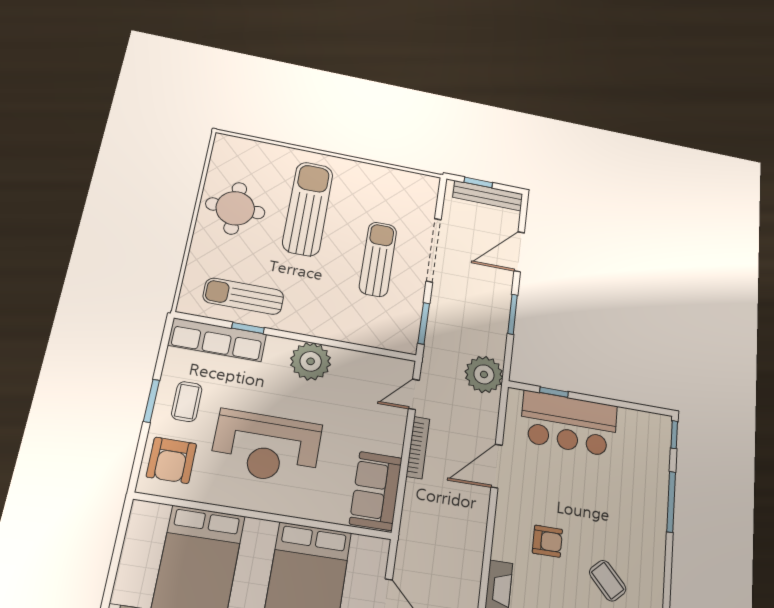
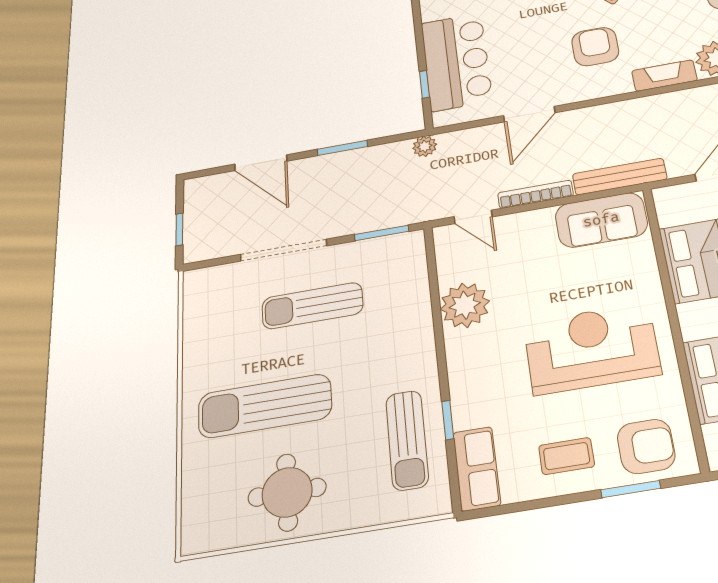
bench: (488, 196) -> (620, 177), moved, turned 90
row of seats: (217, 340) -> (477, 469), width x0.68
plant: (311, 361) -> (465, 305), moved
plant: (484, 374) -> (425, 146), width x0.53, depth x0.53
window: (152, 401) -> (631, 489), moved
reception desk: (266, 447) -> (591, 348), turned -90
door: (497, 466) -> (529, 114), hinge flipped
armchair: (547, 541) -> (595, 47), width x1.38, depth x1.38

